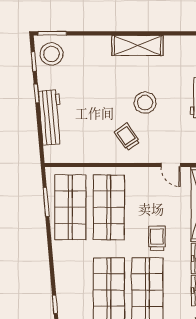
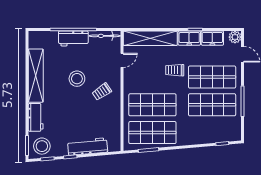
workbench: (91, 45) -> (36, 117), added
shelving: (138, 45) -> (36, 76), width x1.47

